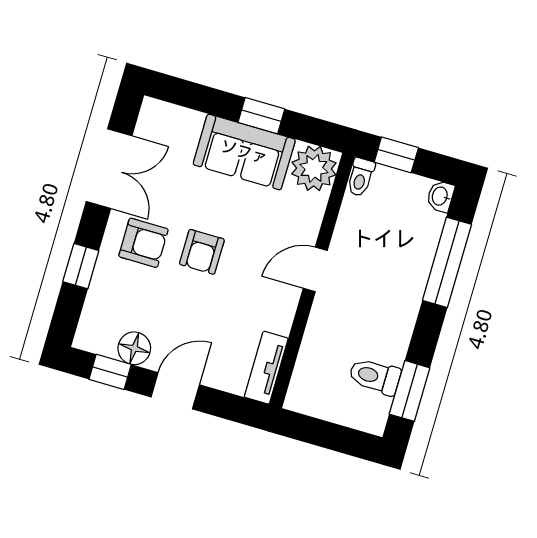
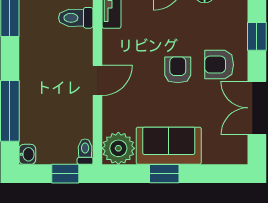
toilet: (375, 376) -> (76, 18), moved, turned 180

